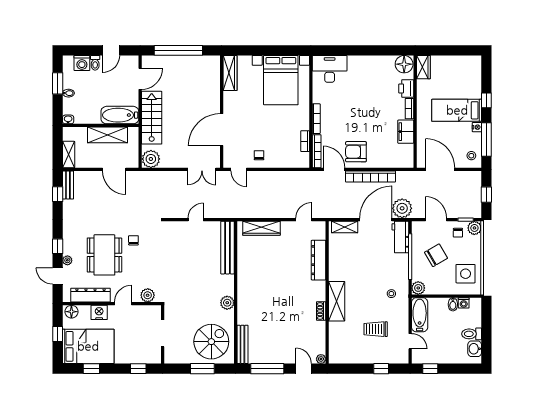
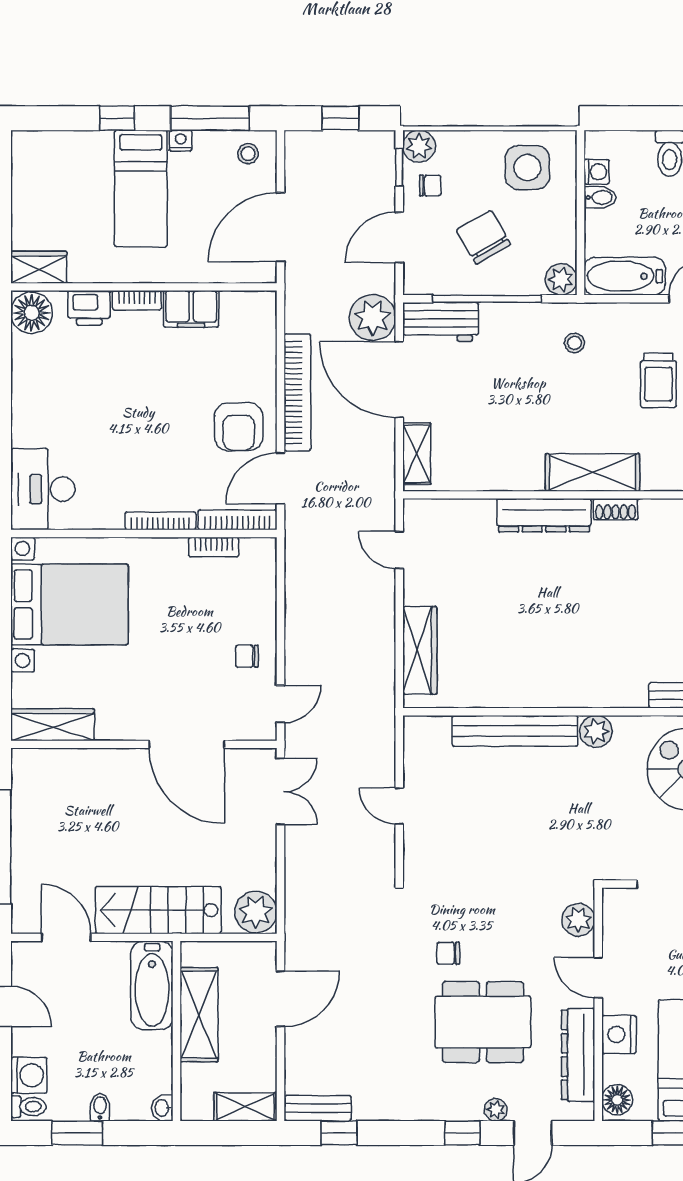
toilet: (95, 63) -> (28, 1107), moved
bench: (227, 248) -> (515, 731), moved
dresser: (319, 260) -> (544, 515), moved

